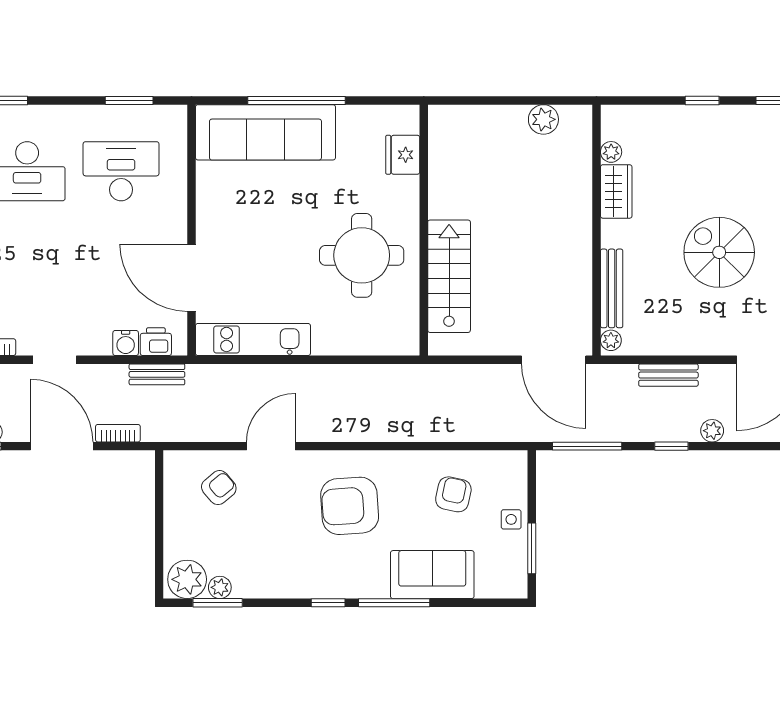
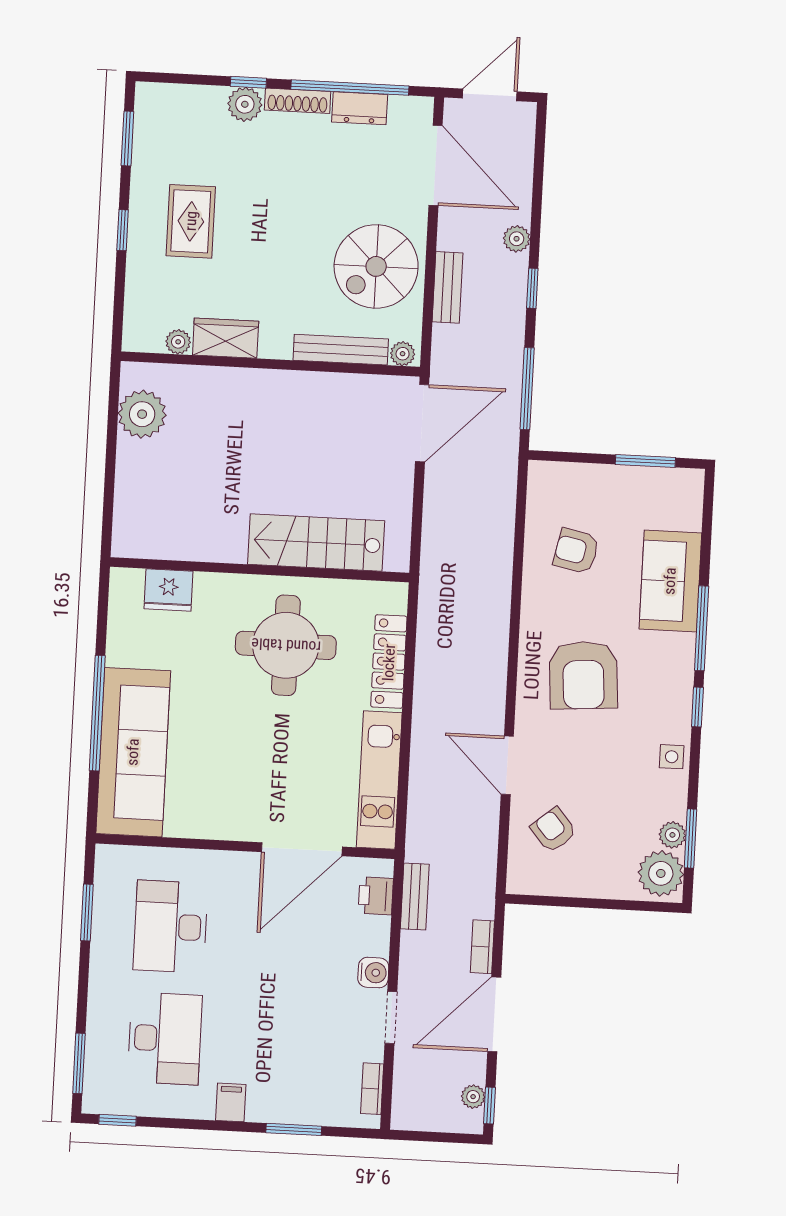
plant: (543, 119) -> (142, 414), width x1.36, depth x1.36
rug: (712, 157) -> (191, 221), added
spiral stairs: (719, 252) -> (376, 266), moved
locker: (353, 342) -> (389, 662), added
water cooler: (126, 343) -> (373, 973), moved
side table: (511, 519) -> (672, 757), moved

